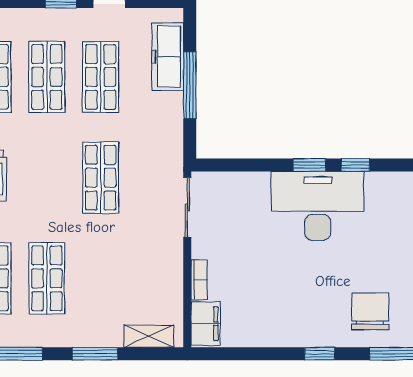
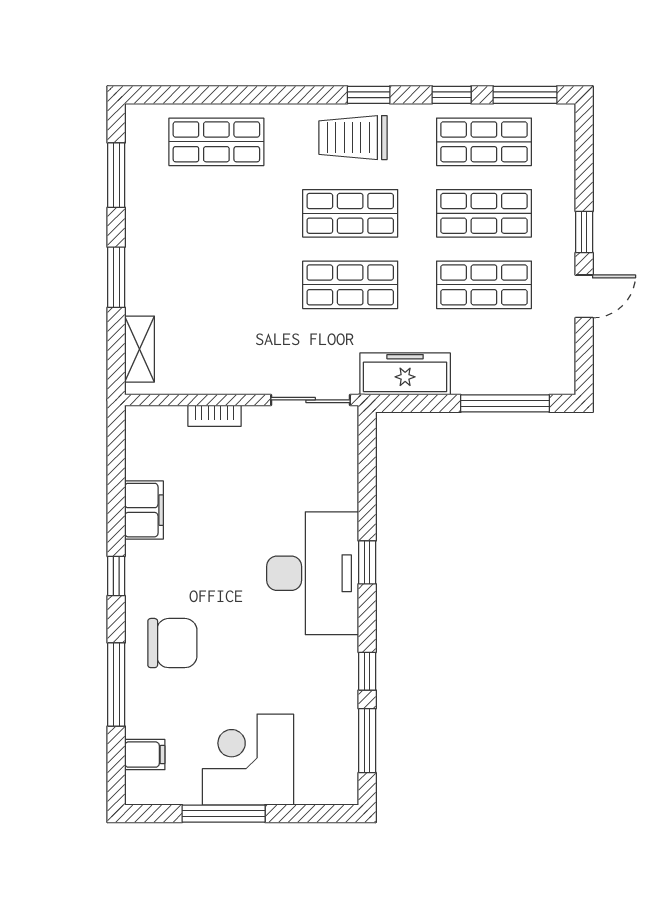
freezer: (168, 57) -> (405, 374), moved
window: (190, 85) -> (505, 403), moved
window: (356, 165) -> (367, 671), moved
shop shelf: (47, 278) -> (350, 213), moved
filing cabinet: (206, 324) -> (144, 510), moved, turned -90

